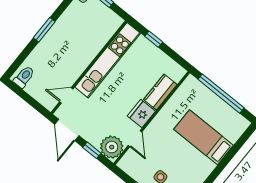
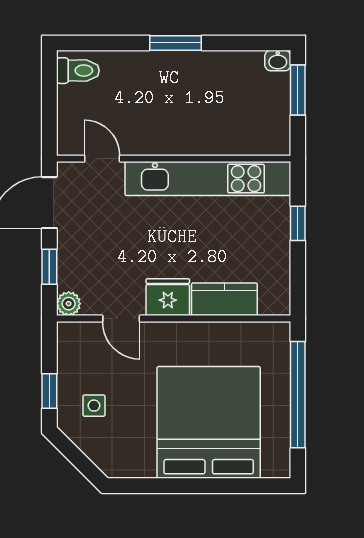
bed: (204, 137) -> (209, 422), width x2.04
door: (135, 139) -> (121, 319), hinge flipped
plant: (112, 147) -> (69, 304), width x0.53, depth x0.53

